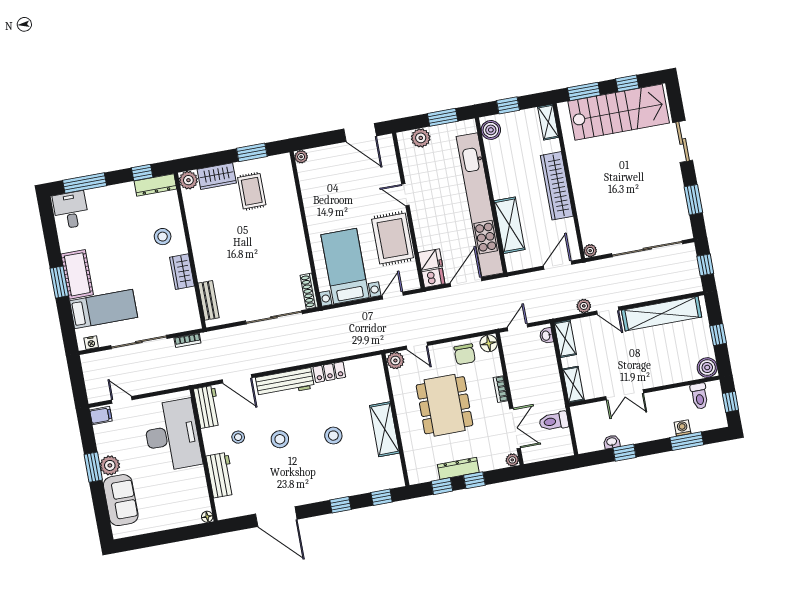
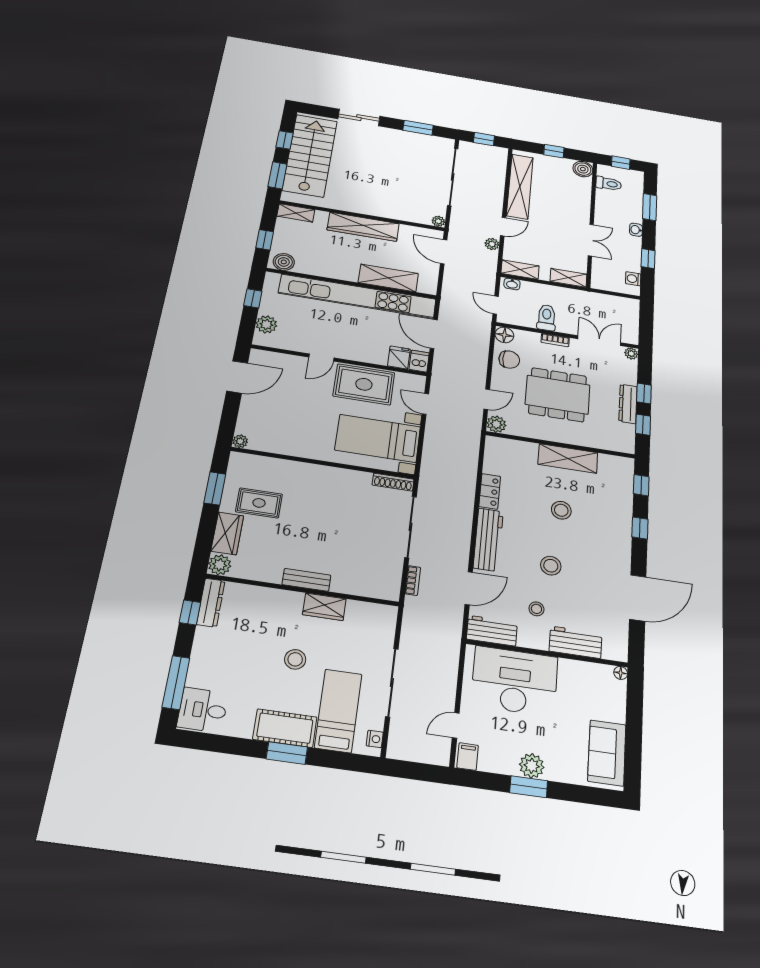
window: (443, 117) -> (253, 298), width x0.67
stool: (163, 237) -> (295, 659), moved
bench: (209, 300) -> (306, 580), moved
bookcase: (187, 340) -> (413, 581), moved
toilet: (554, 421) -> (547, 318), moved, turned 180
washing machine: (682, 428) -> (633, 279), moved
washbasin: (612, 442) -> (636, 230), moved
sofa: (121, 500) -> (607, 753), moved, turned -90

